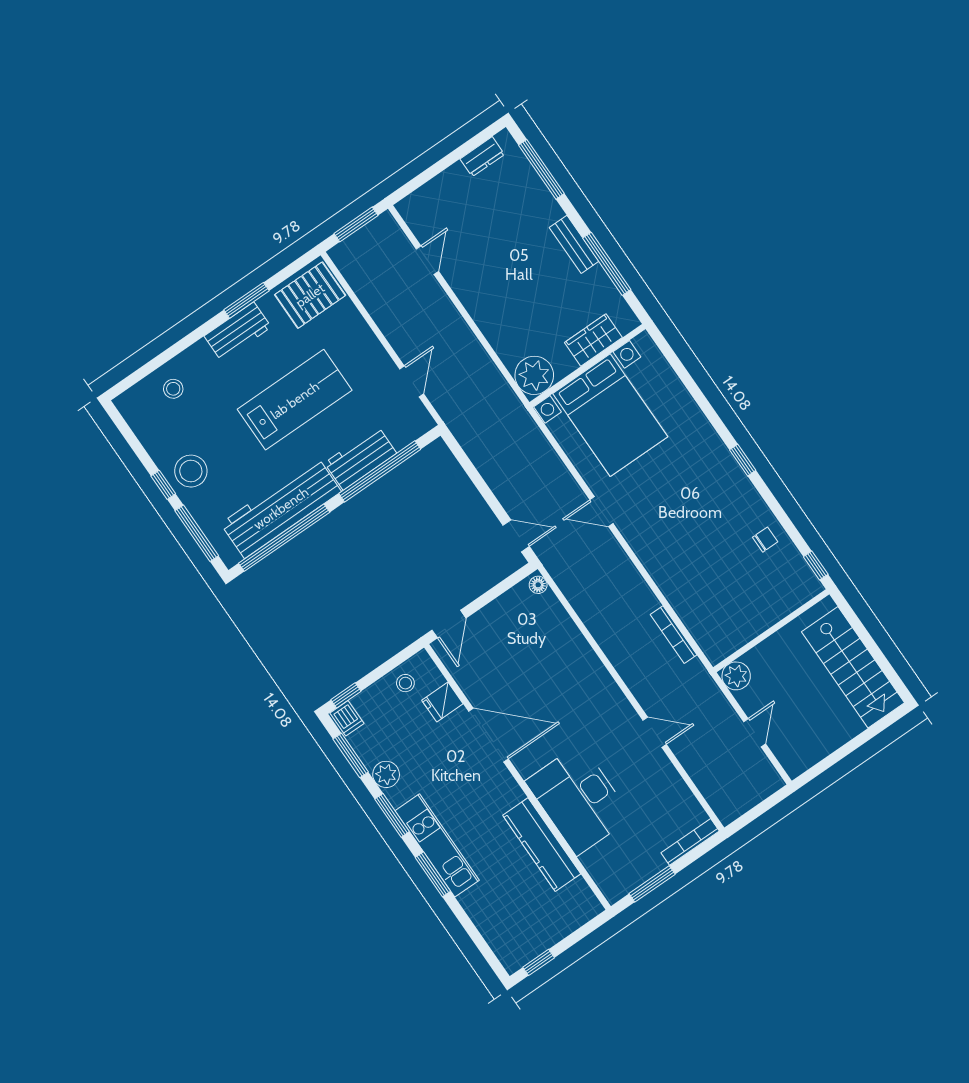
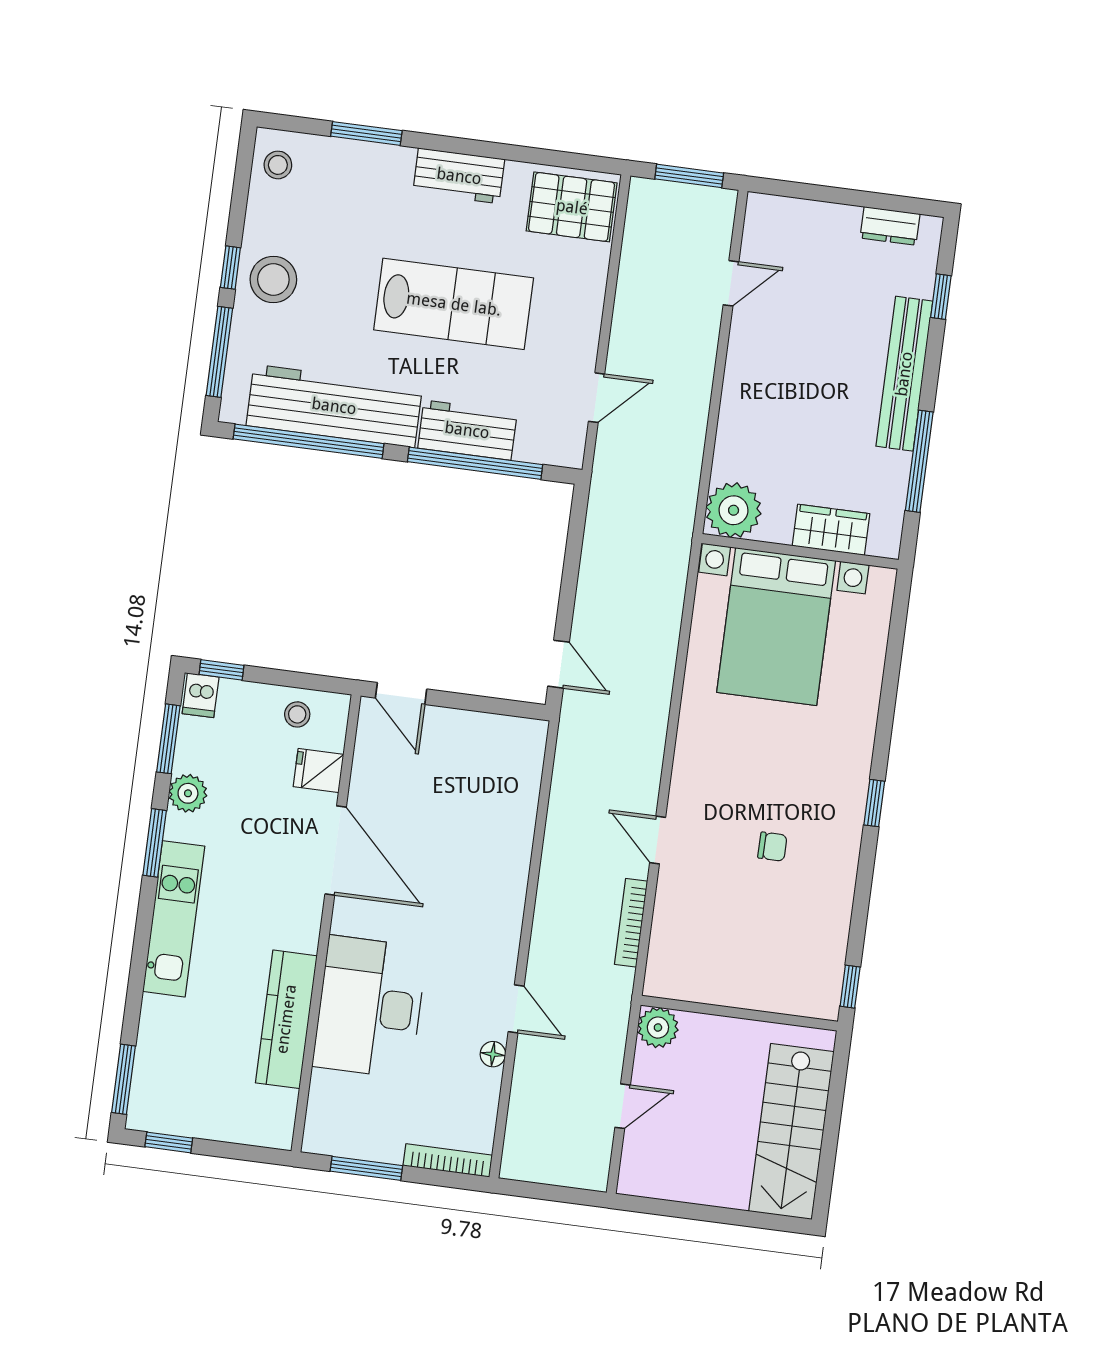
window: (541, 169) -> (941, 297), width x0.46
bench: (574, 244) -> (904, 374), width x1.86, depth x1.21
window: (246, 300) -> (366, 133), moved
stool: (173, 389) -> (278, 165), moved
door: (602, 512) -> (658, 840), moved
chair: (765, 540) -> (772, 847), moved
floor lamp: (538, 585) -> (493, 1054), moved
door: (449, 624) -> (401, 694), hinge flipped
window: (433, 874) -> (124, 1079), moved

